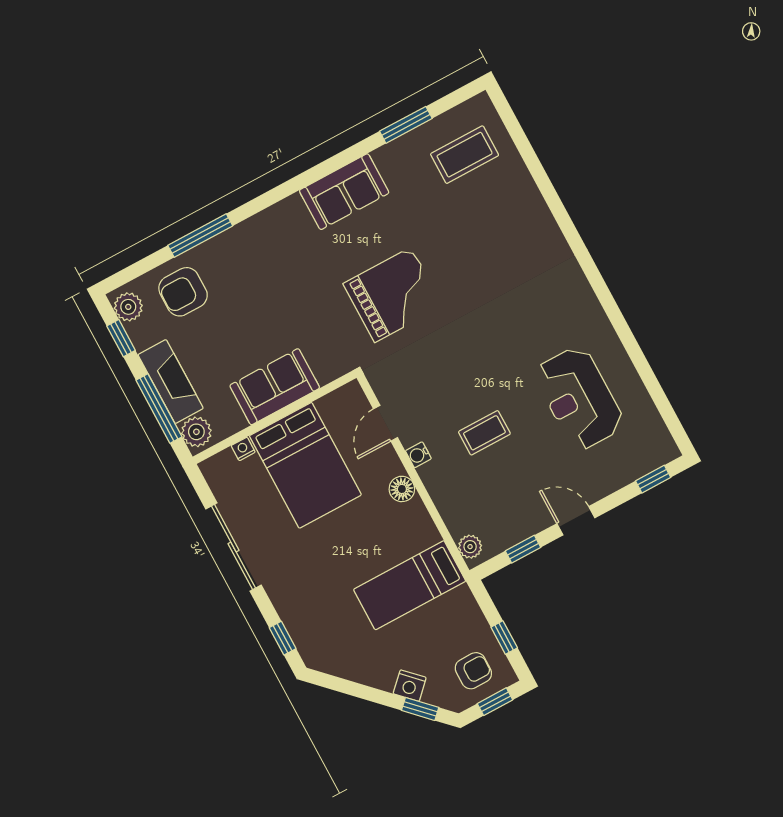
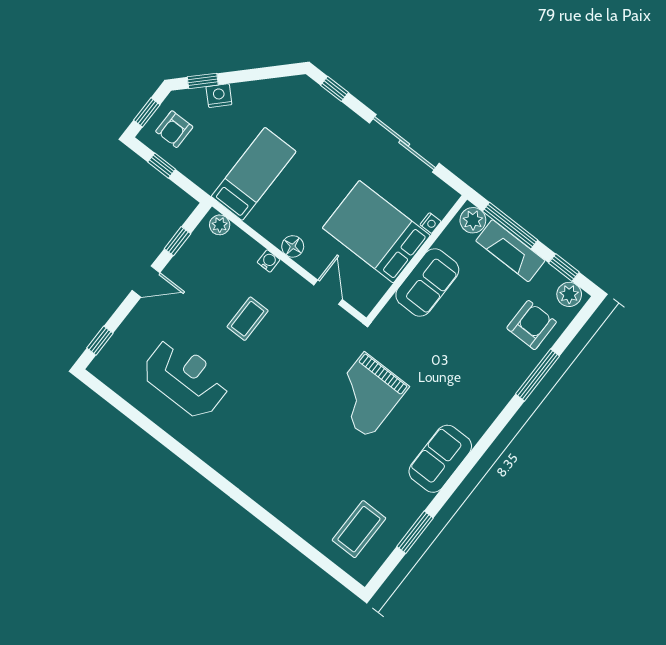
water cooler: (418, 455) -> (269, 261), moved

